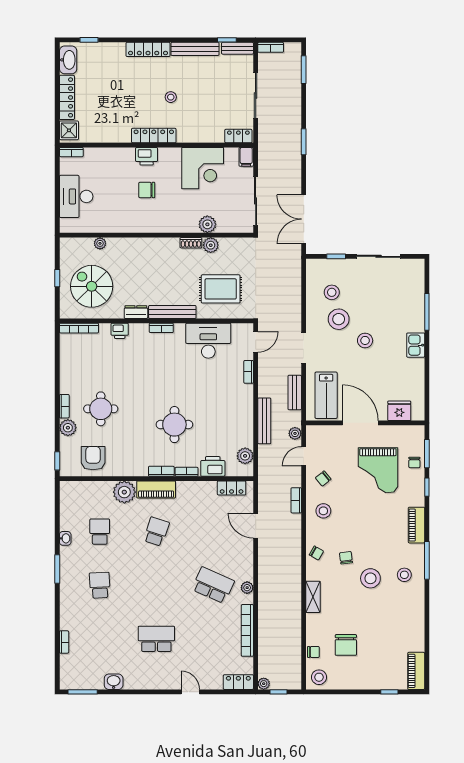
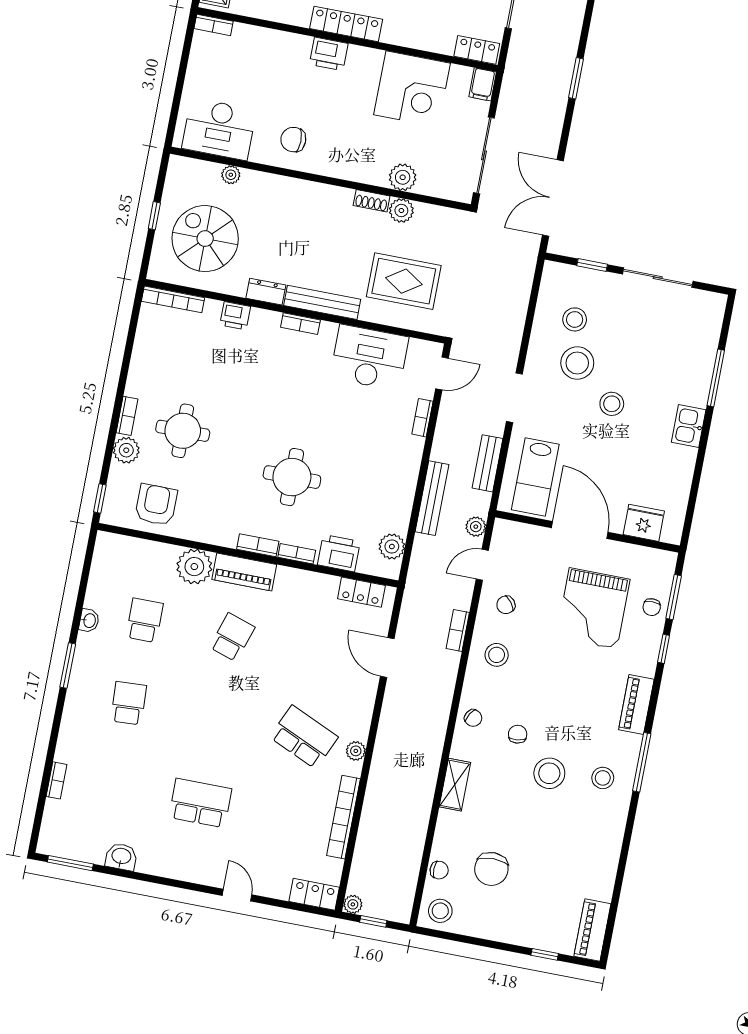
chair: (147, 190) -> (293, 140), moved
desk: (76, 196) -> (219, 129), moved, turned -90

